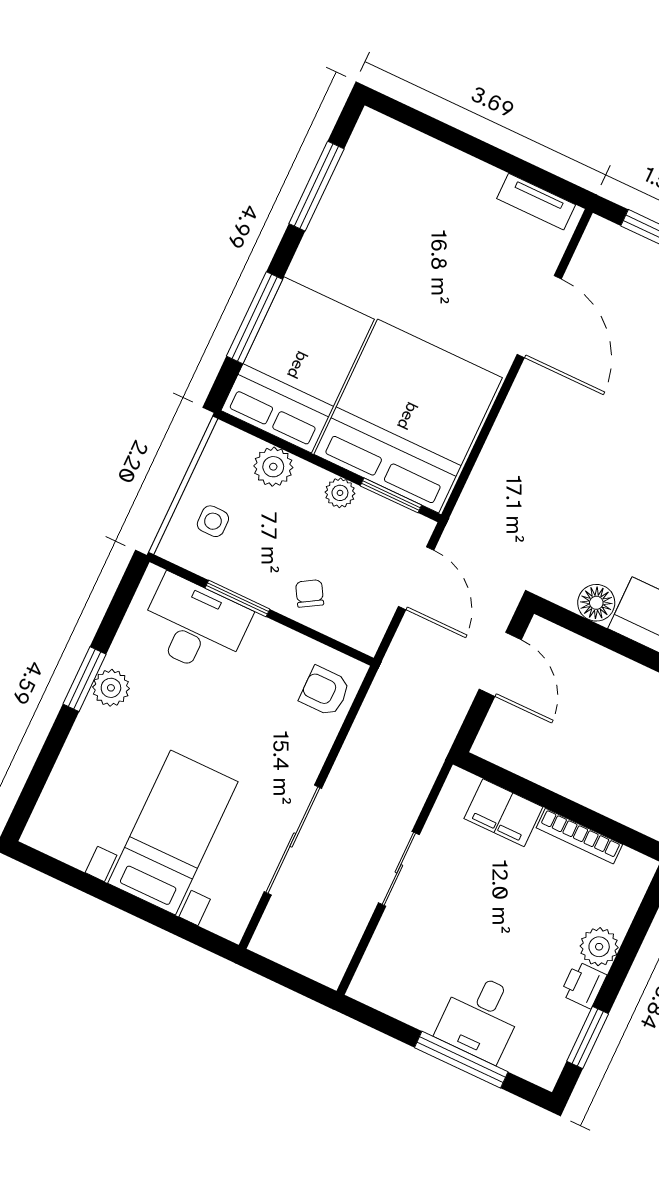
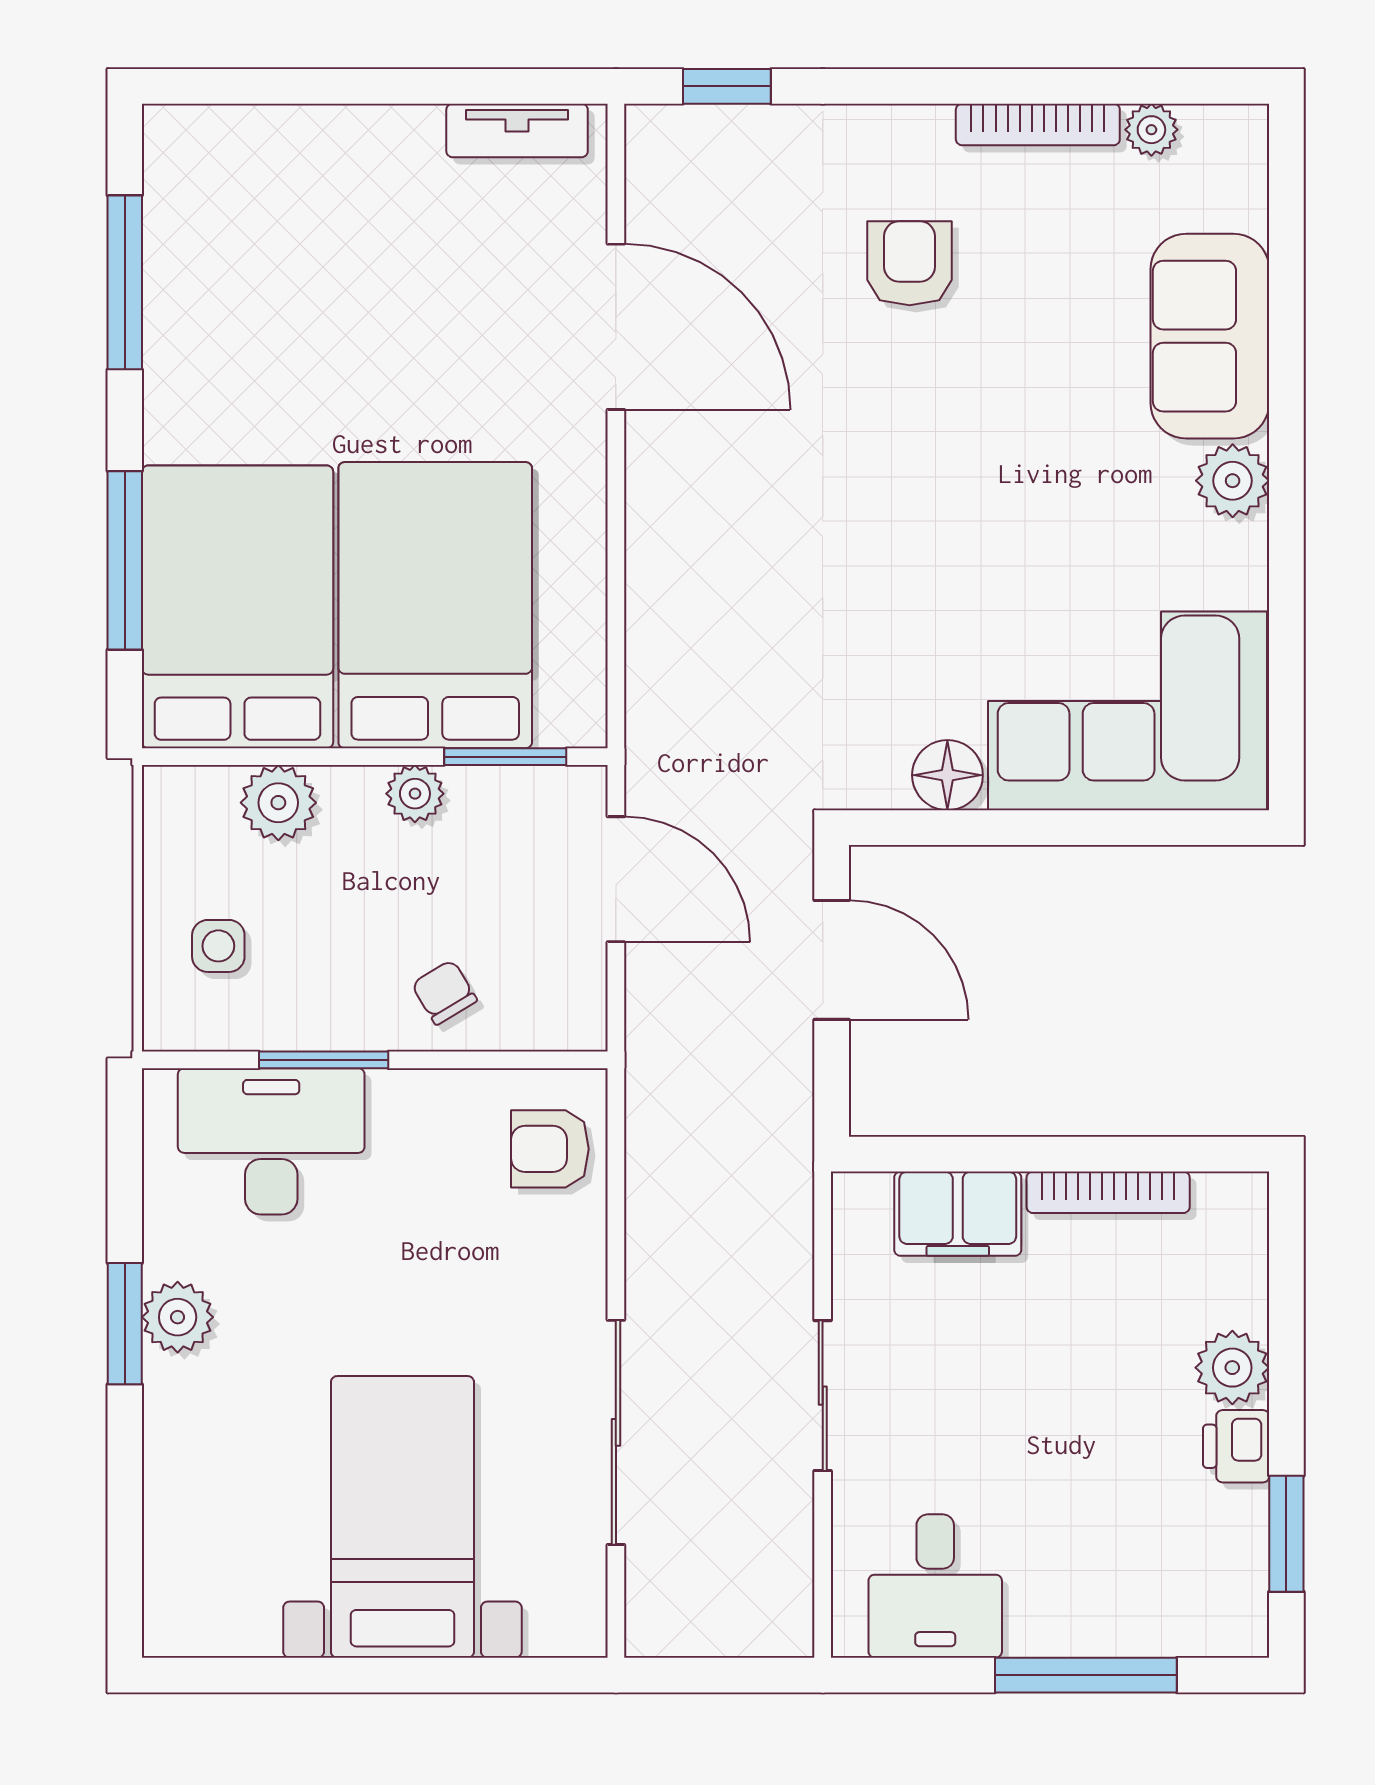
bed: (408, 416) -> (435, 605), width x0.73
desk: (480, 1017) -> (935, 1586), moved

